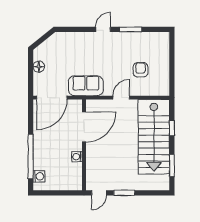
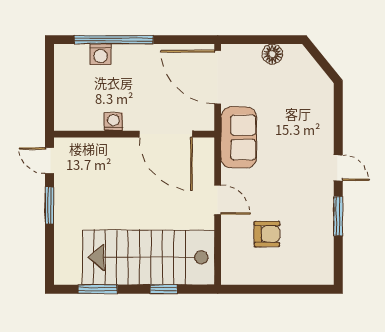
washing machine: (39, 176) -> (100, 54), moved

